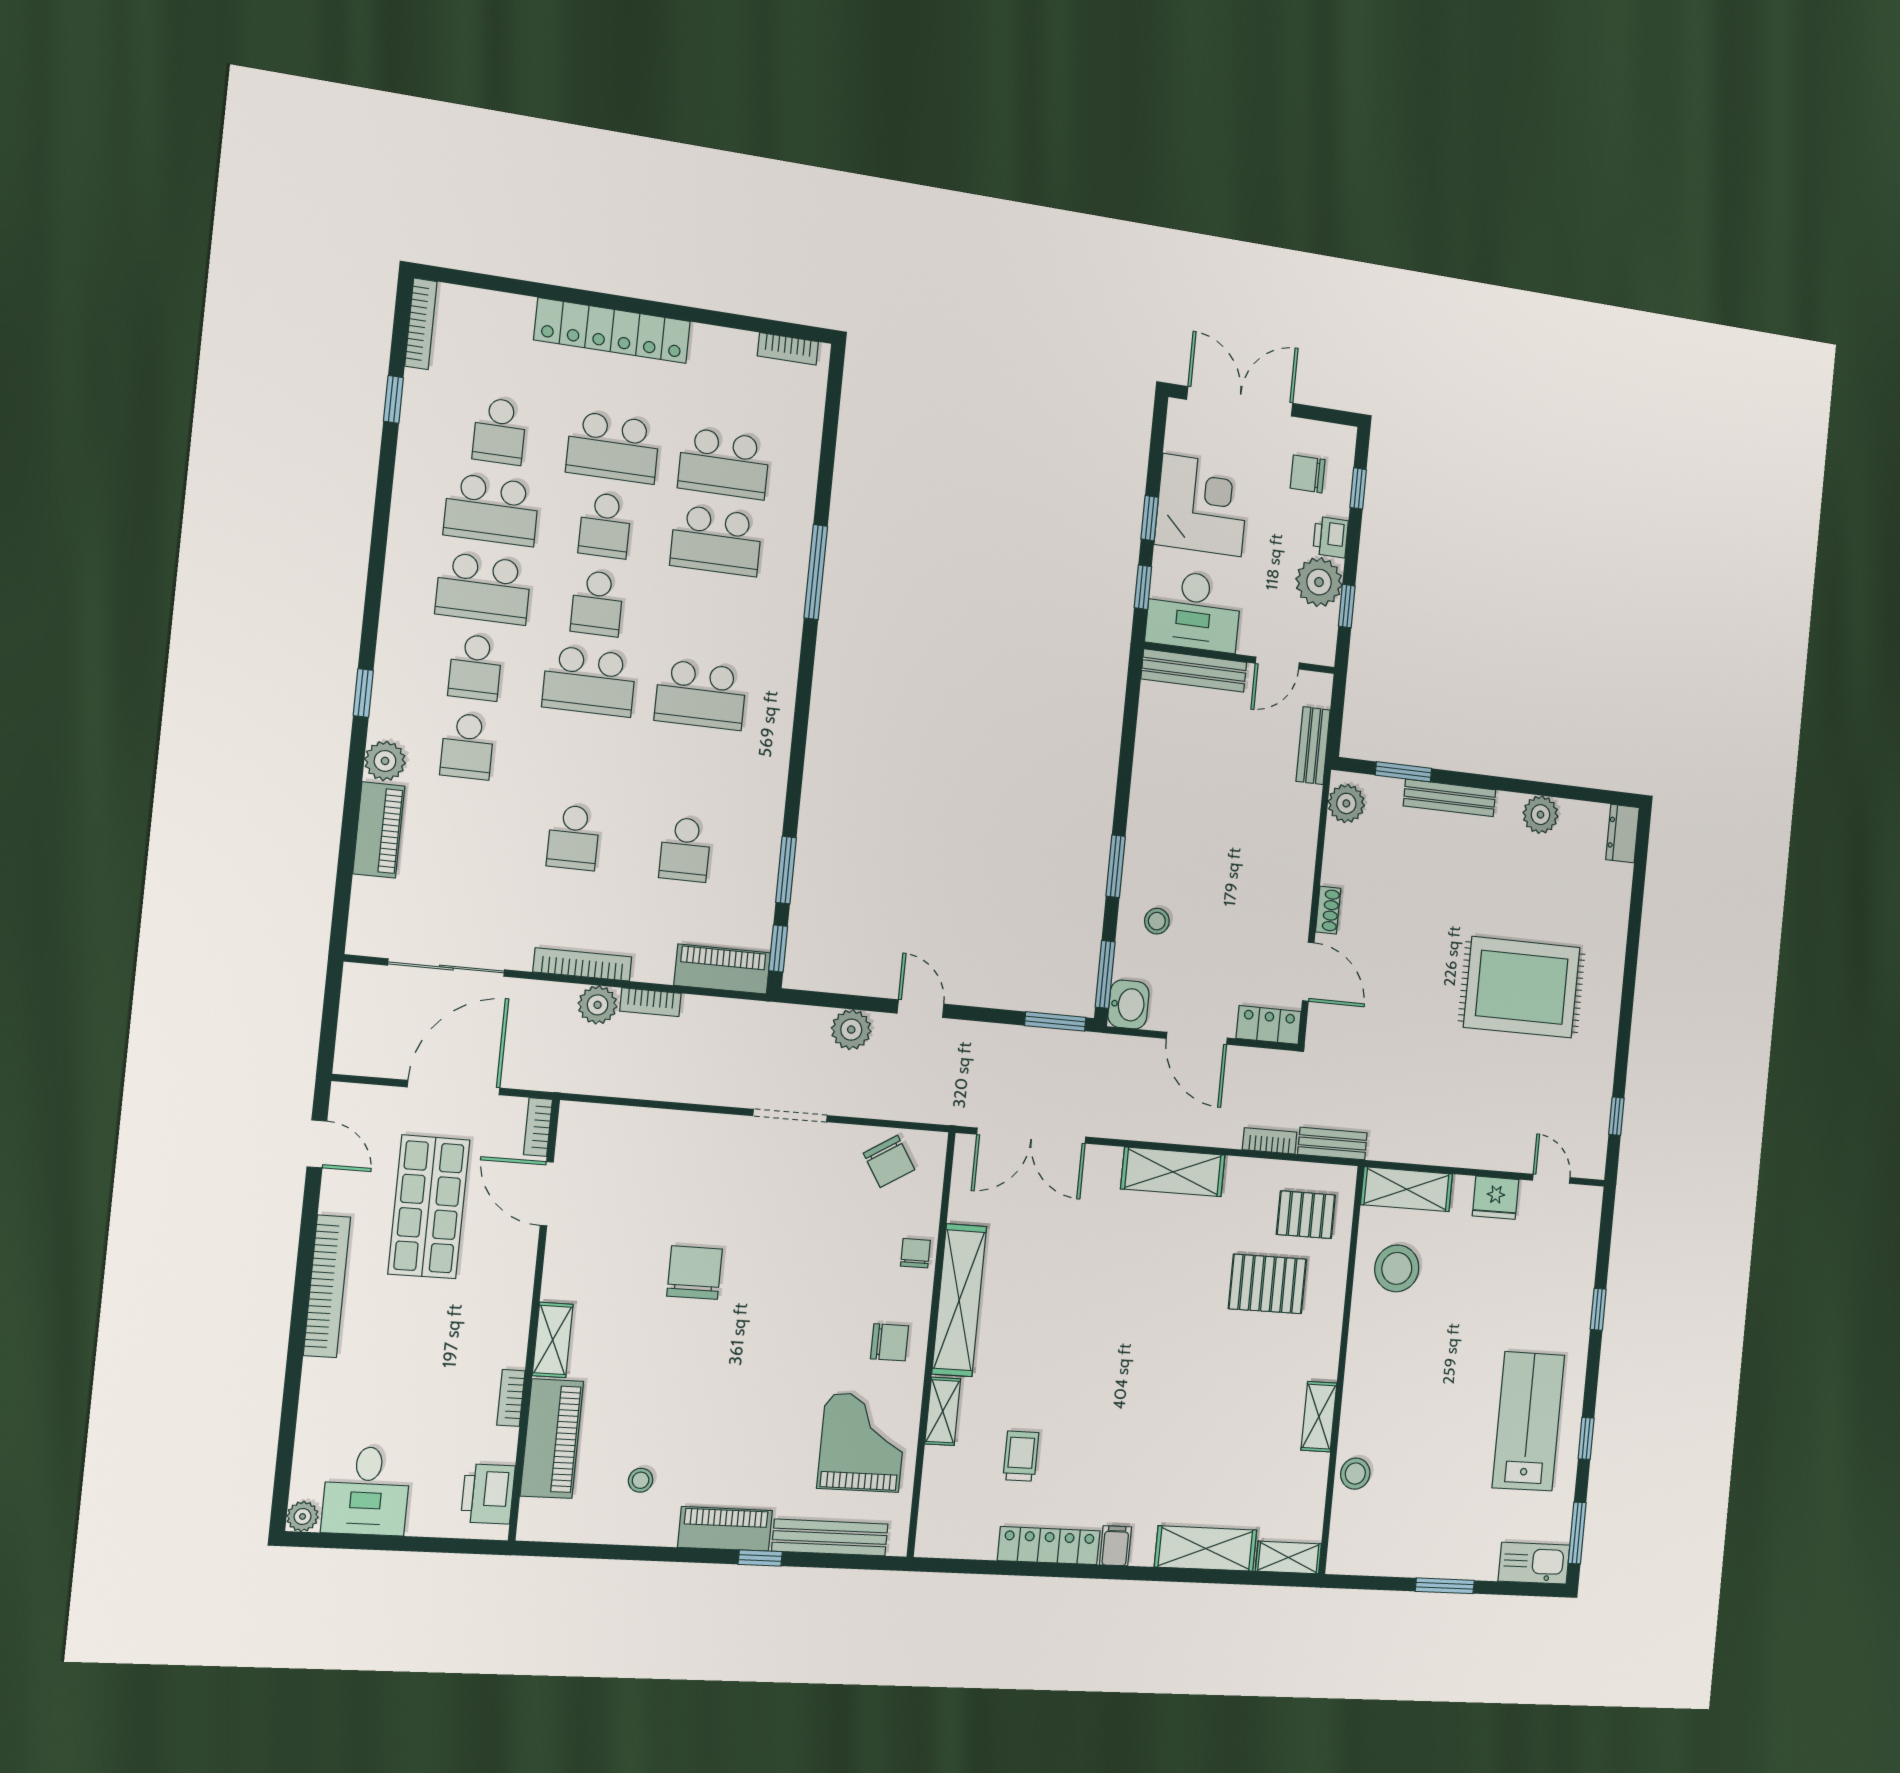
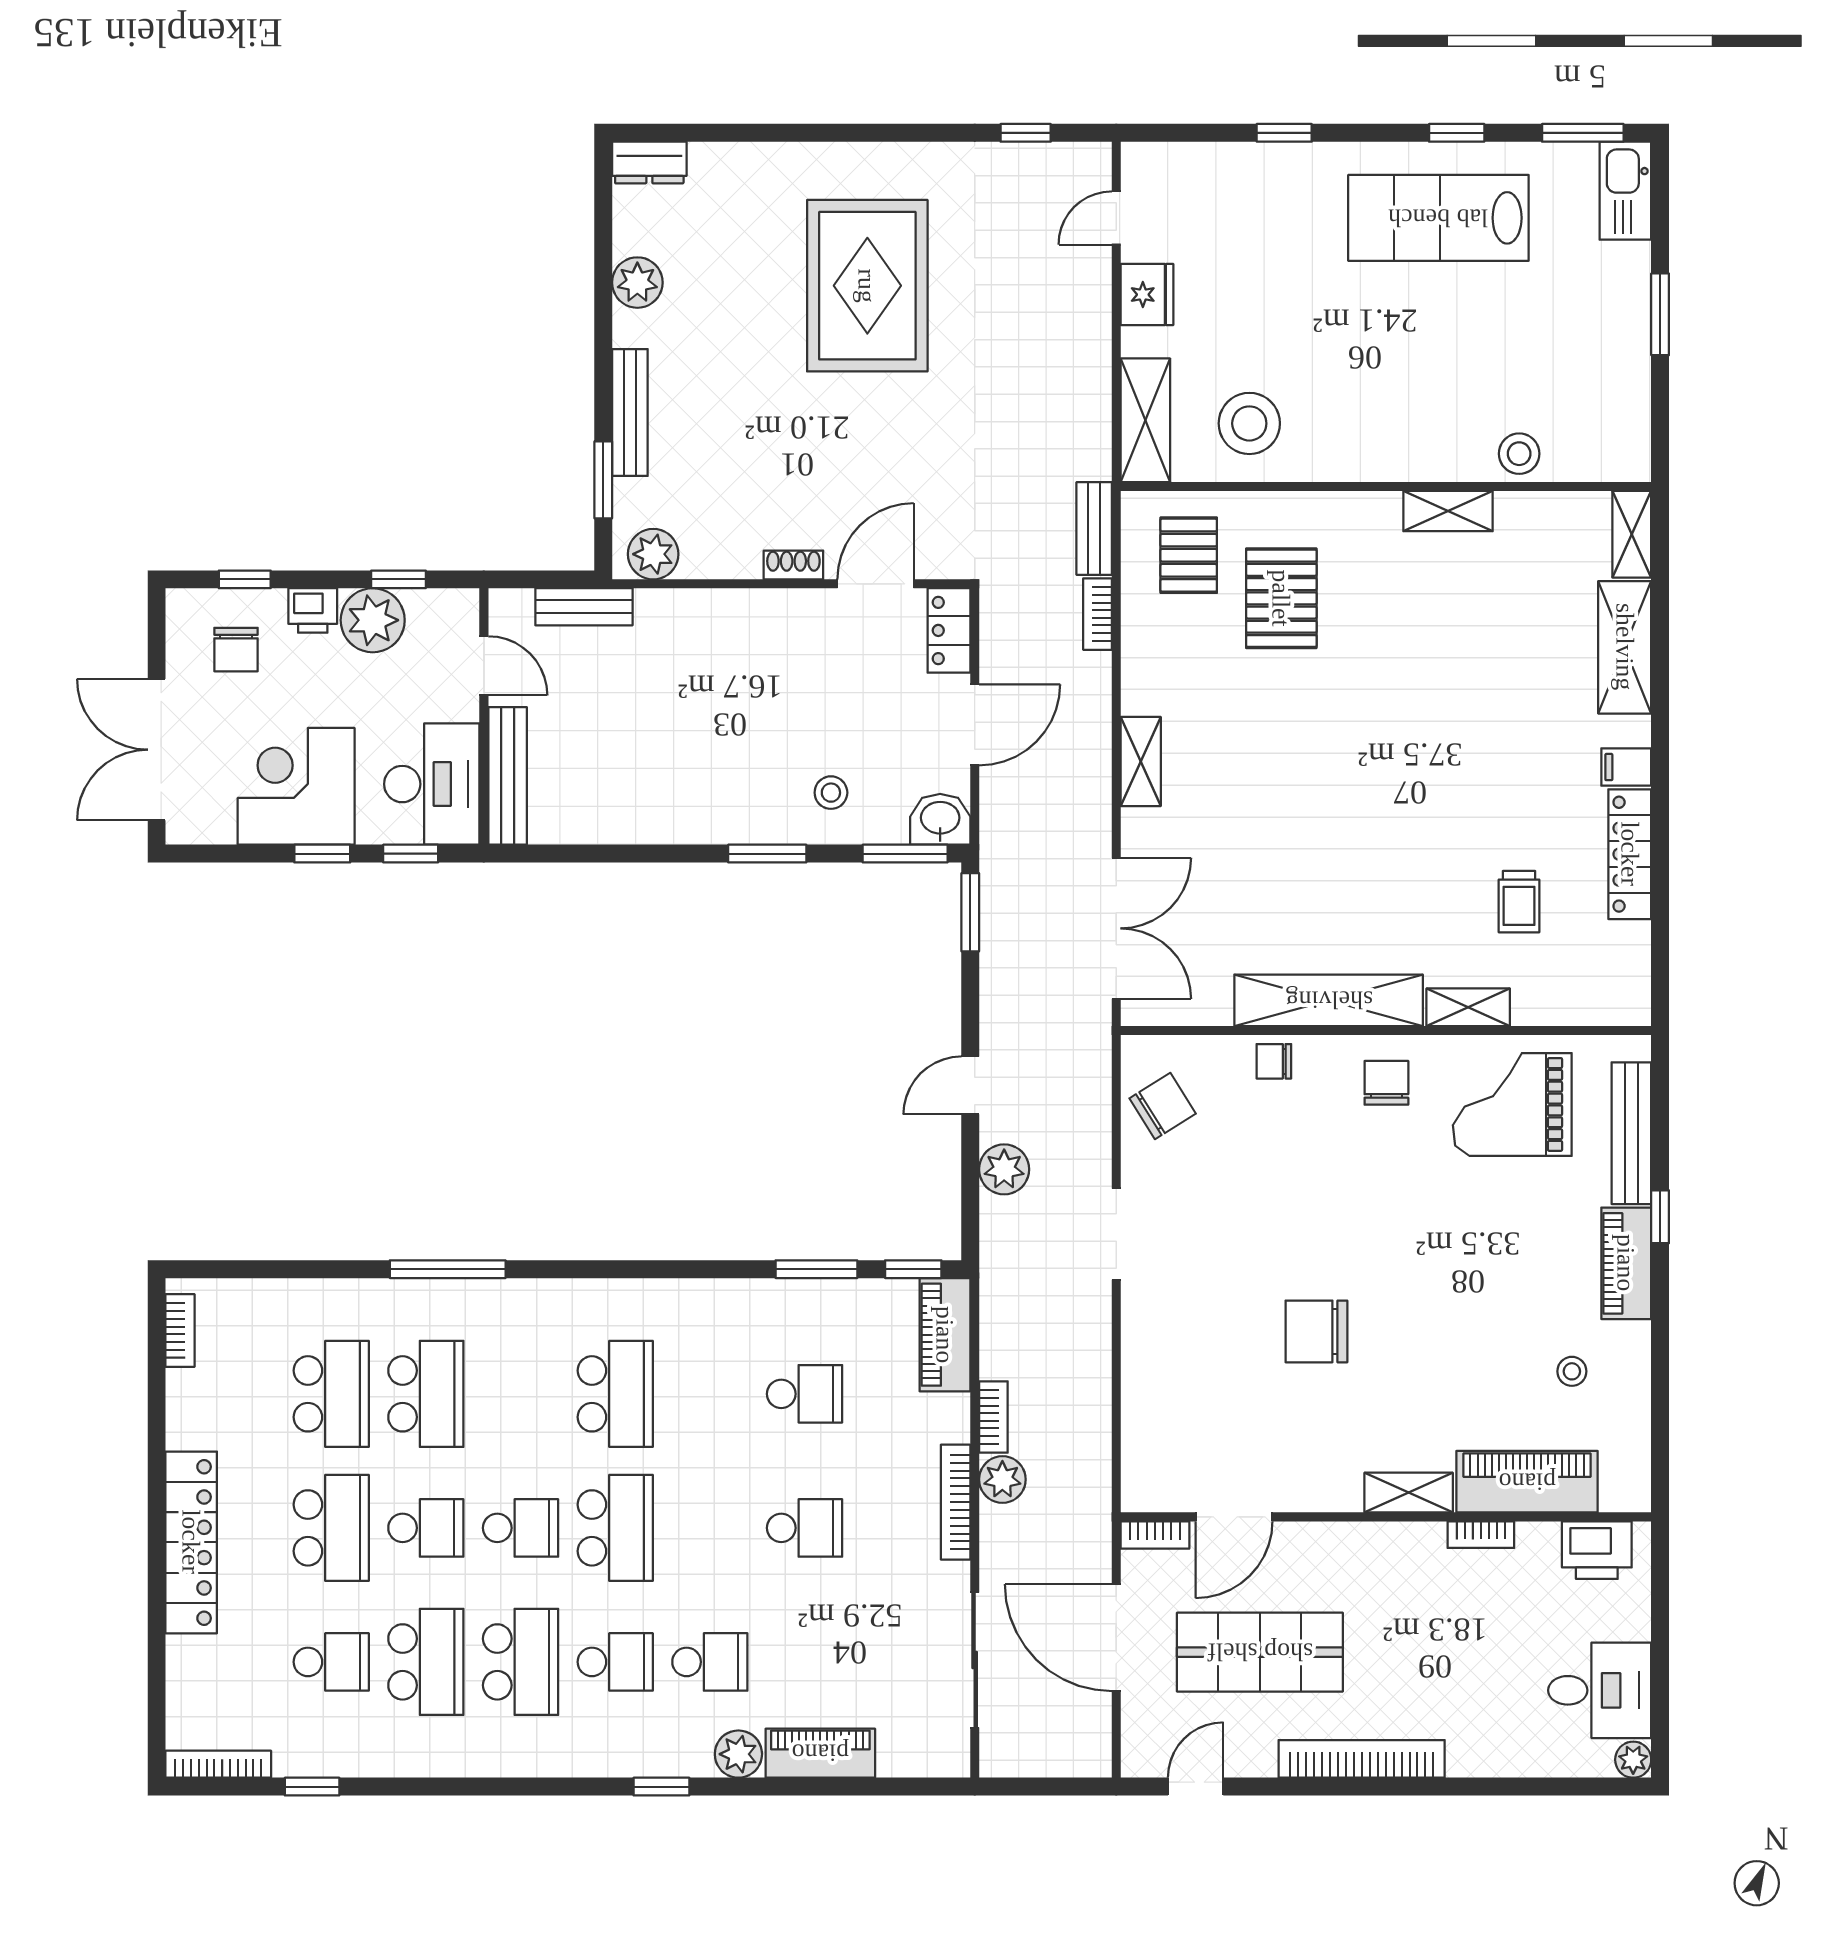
shelving: (1173, 1172) -> (1141, 762), width x0.67, depth x0.75
trolley: (1021, 1456) -> (1519, 902), turned -90

